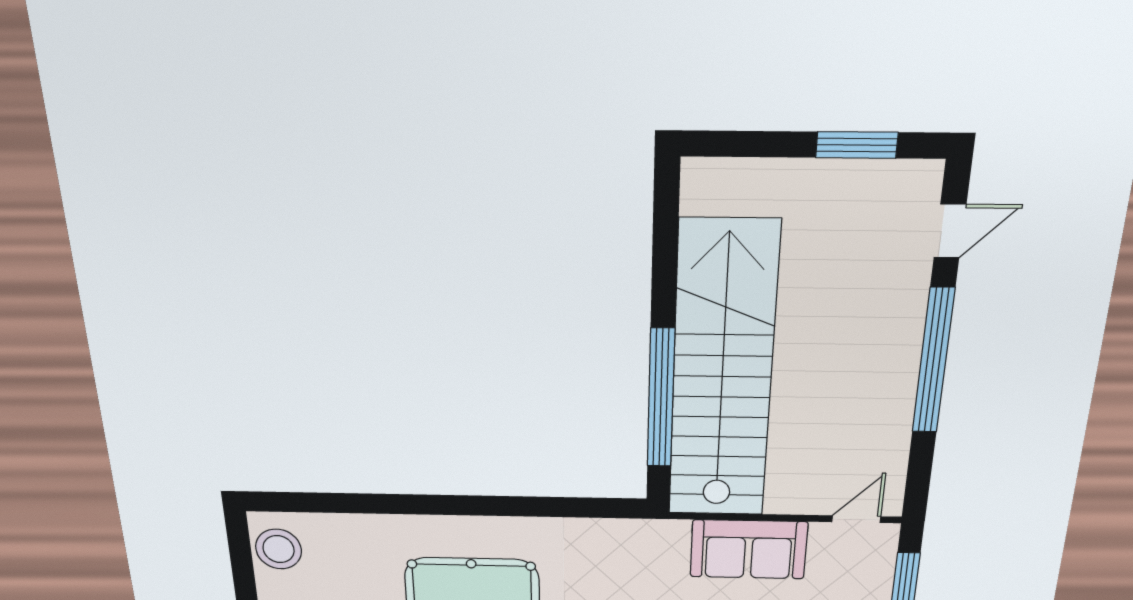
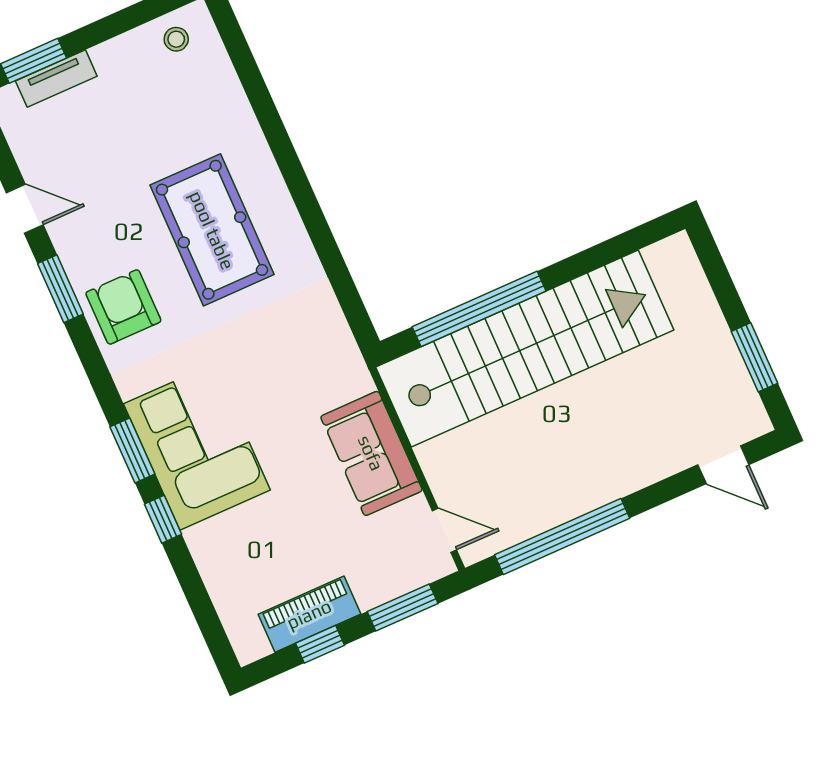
window: (933, 361) -> (562, 536), moved
stool: (279, 549) -> (176, 39), width x0.53, depth x0.53

